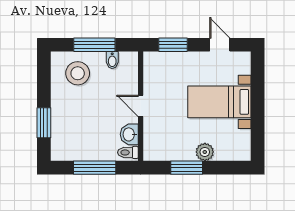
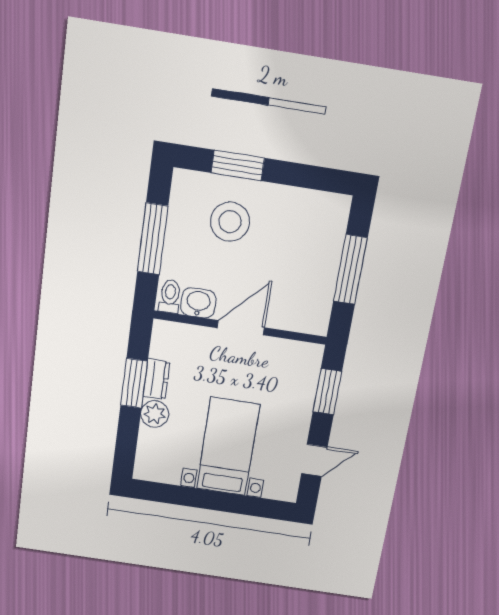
bidet: (112, 60) -> (321, 294), removed
stool: (78, 73) -> (230, 222), moved
door: (141, 106) -> (241, 328), width x1.38
dresser: (182, 154) -> (157, 379), added

